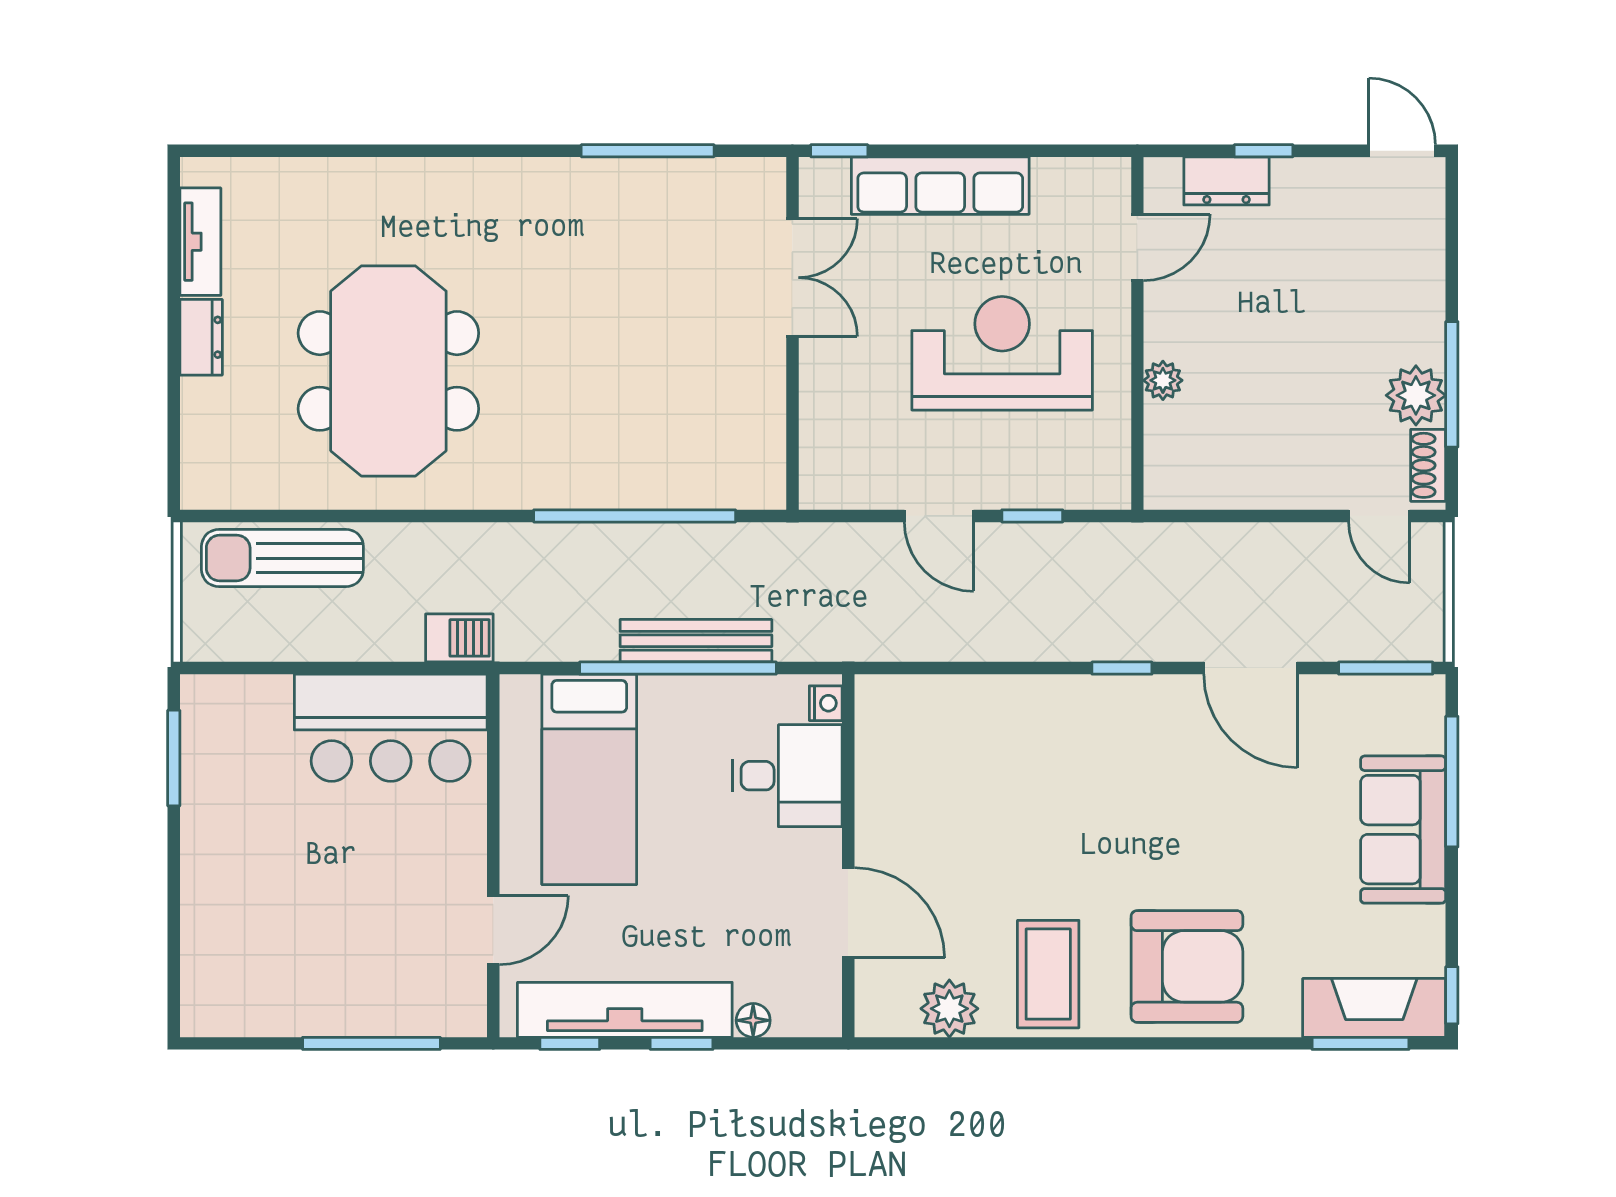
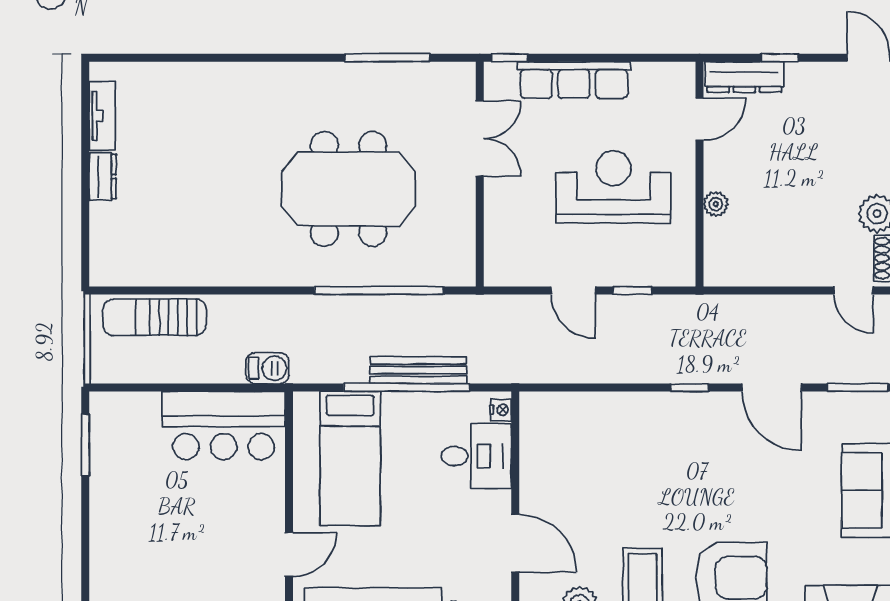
dresser: (1227, 181) -> (744, 77), width x1.44
meeting table: (388, 371) -> (349, 189), moved, turned 90

